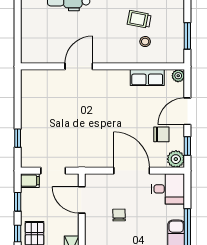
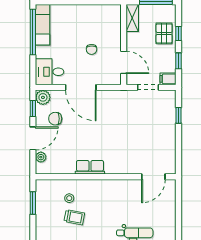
door: (79, 66) -> (153, 177), moved
plant: (178, 76) -> (41, 157), moved
row of seats: (147, 78) -> (90, 167), moved

